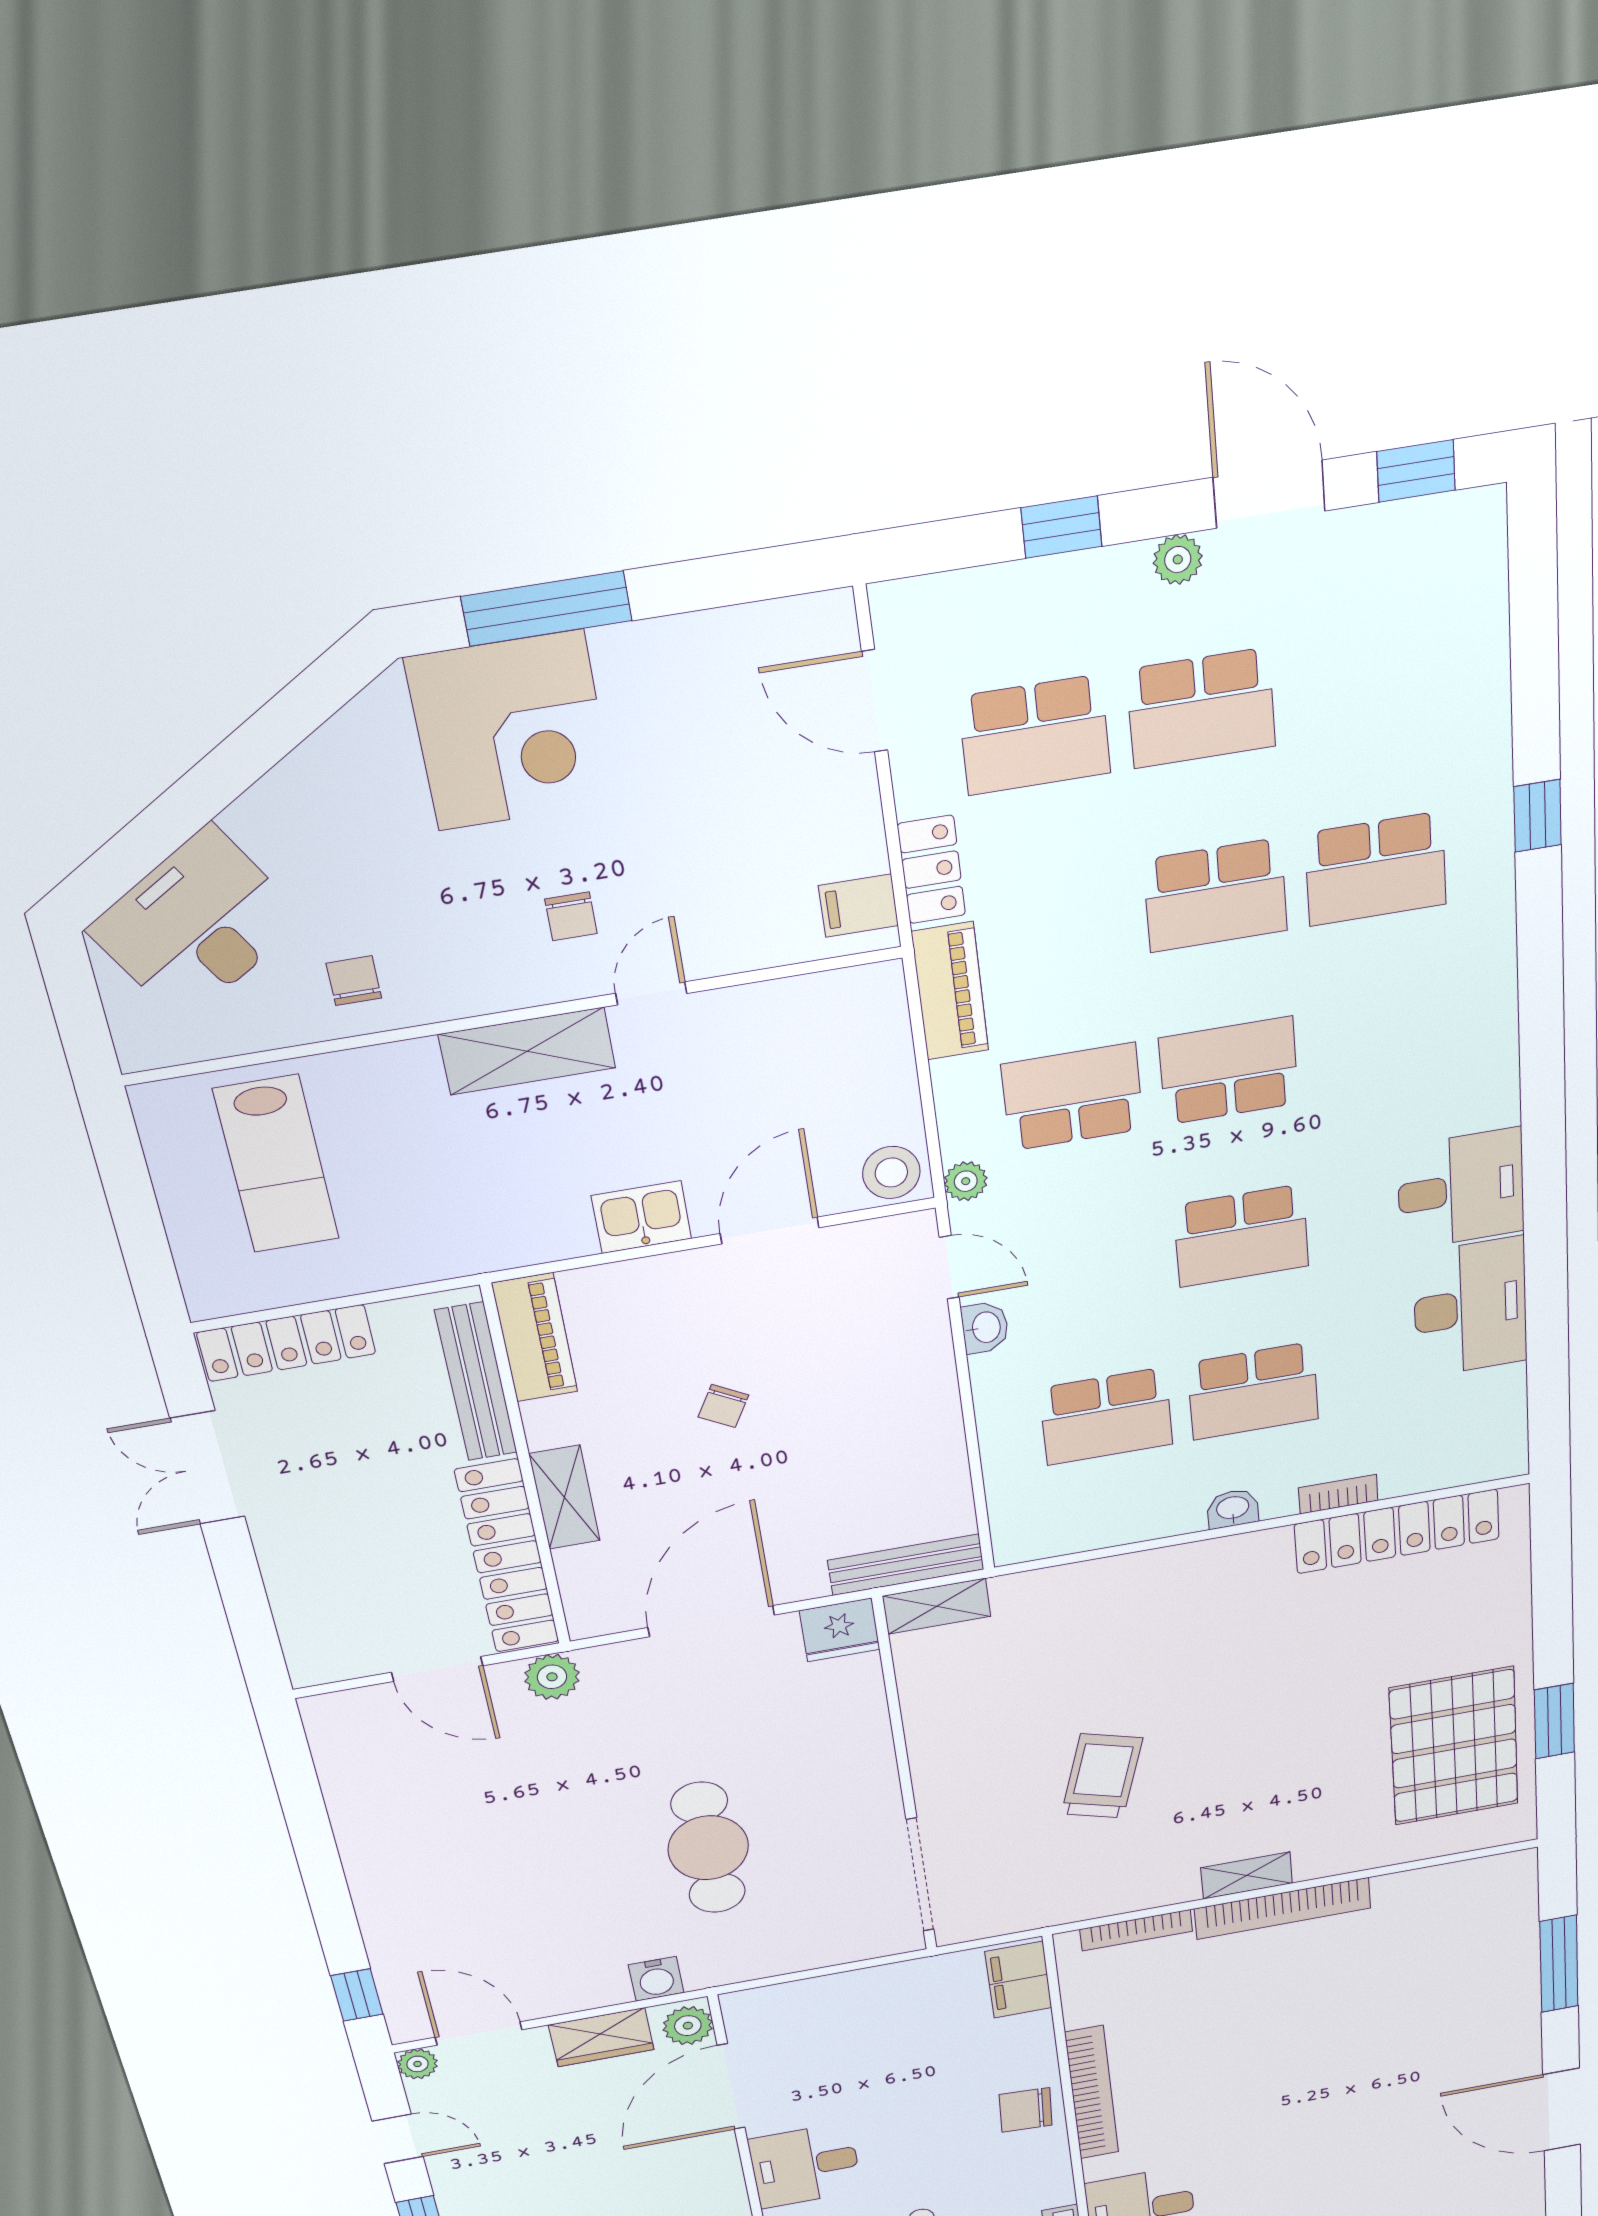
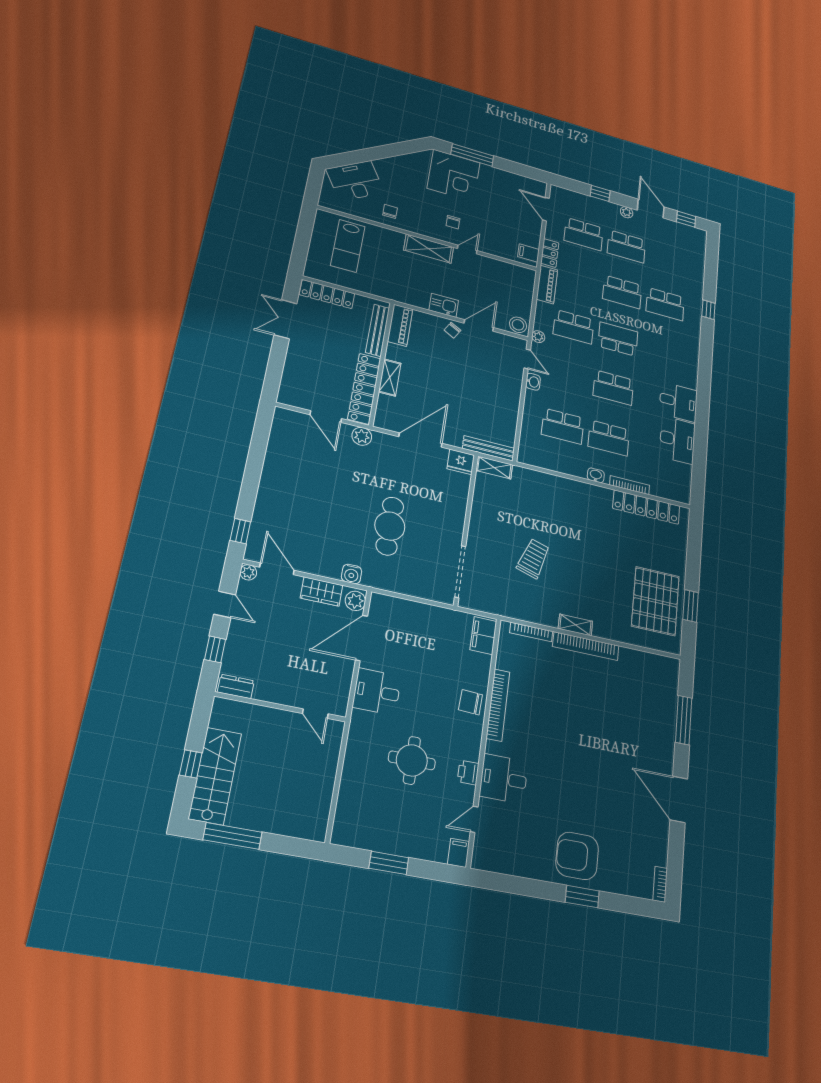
school desk: (1073, 1097) -> (574, 327), turned 180
chair: (723, 1406) -> (452, 330), moved
bookcase: (1338, 1494) -> (630, 485), width x1.56

